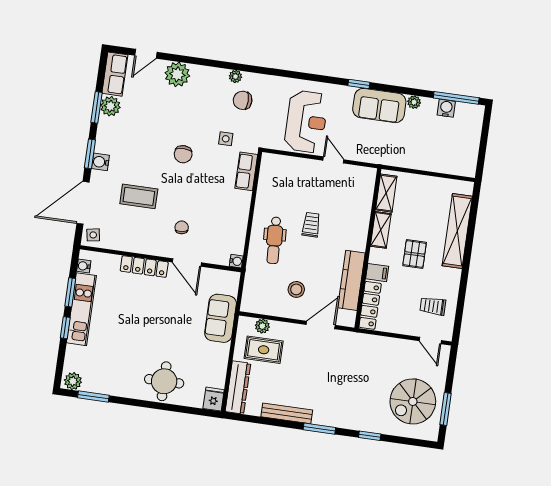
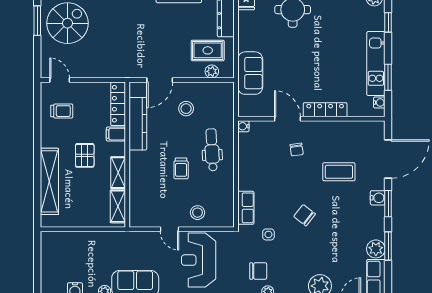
chair: (183, 154) -> (305, 215), turned -52
stool: (300, 174) -> (198, 213), added
side table: (93, 235) -> (375, 132), removed
window: (65, 328) -> (388, 22), moved

